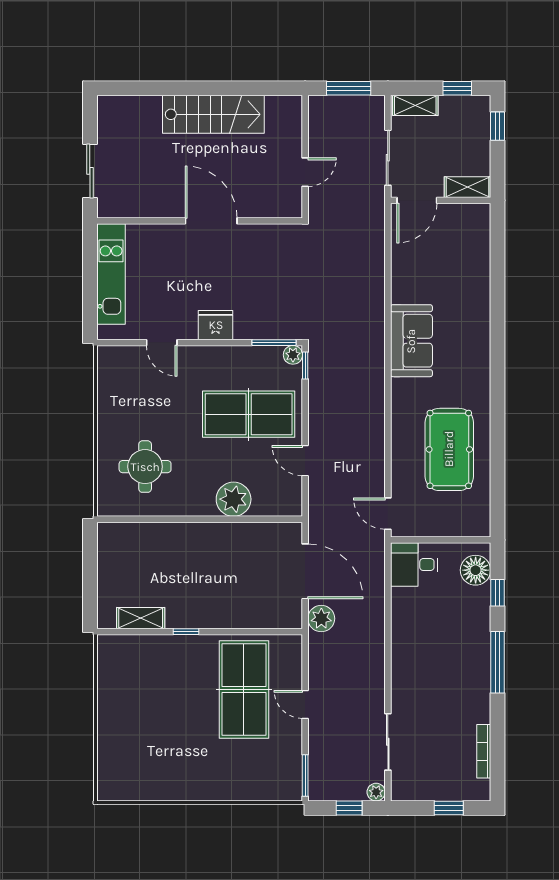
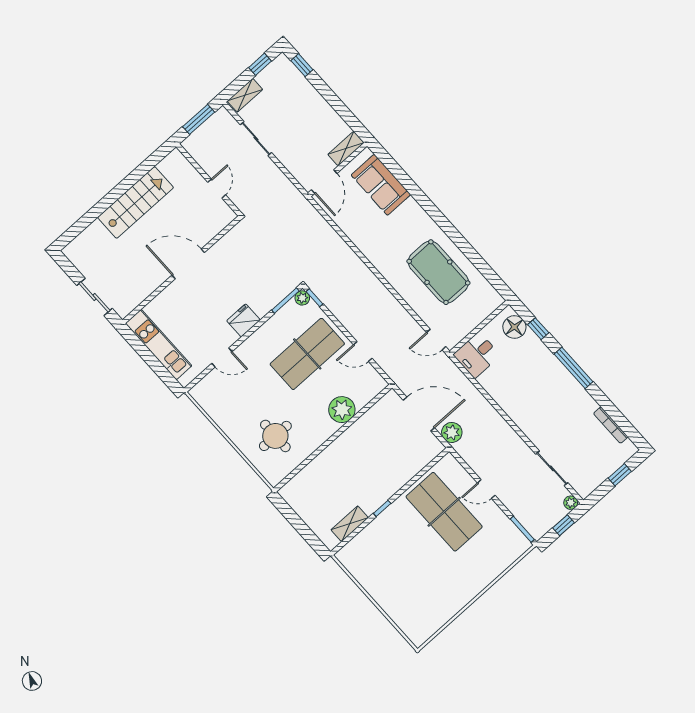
shelving: (467, 187) -> (346, 149), moved
door: (417, 200) -> (324, 182), moved
wall: (441, 200) -> (338, 170), moved
sofa: (411, 341) -> (381, 185), moved, turned 180

